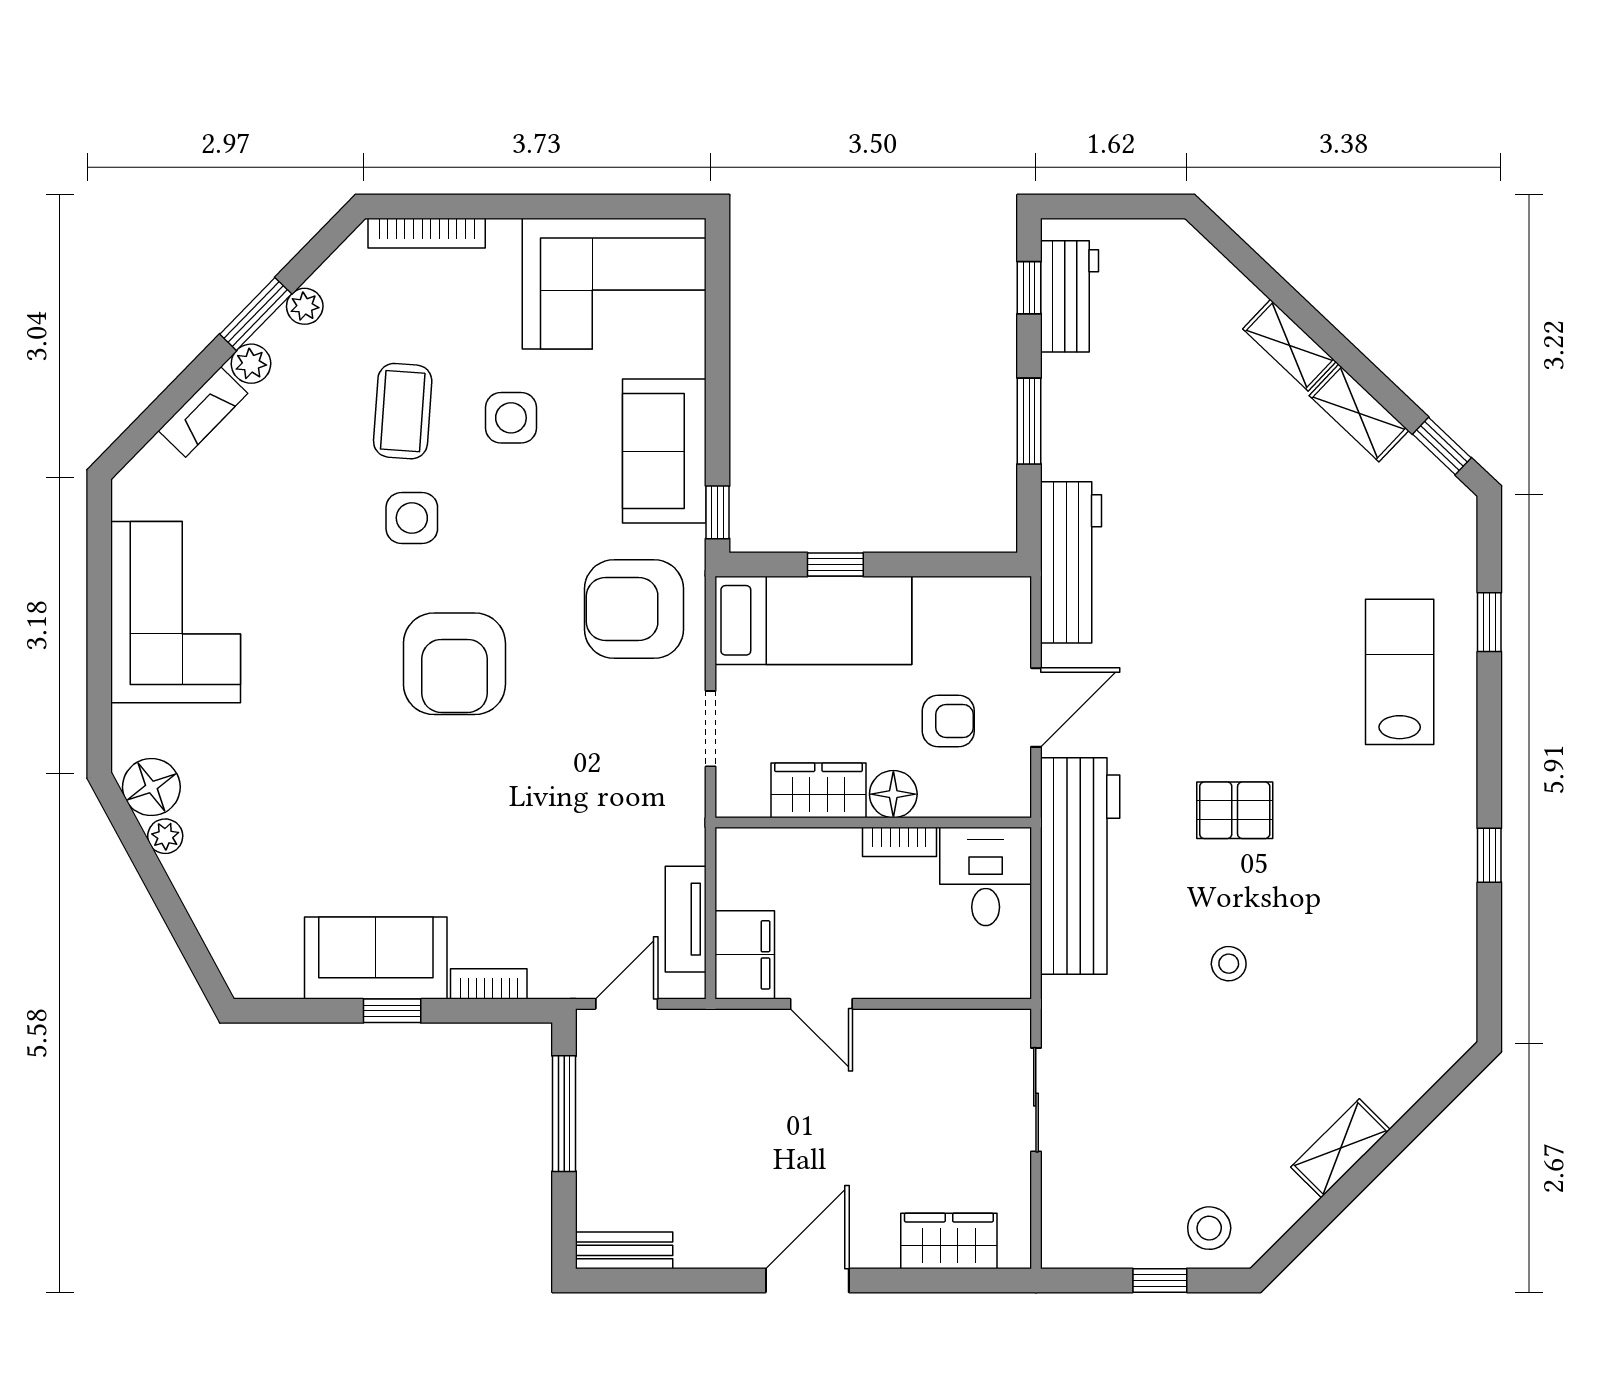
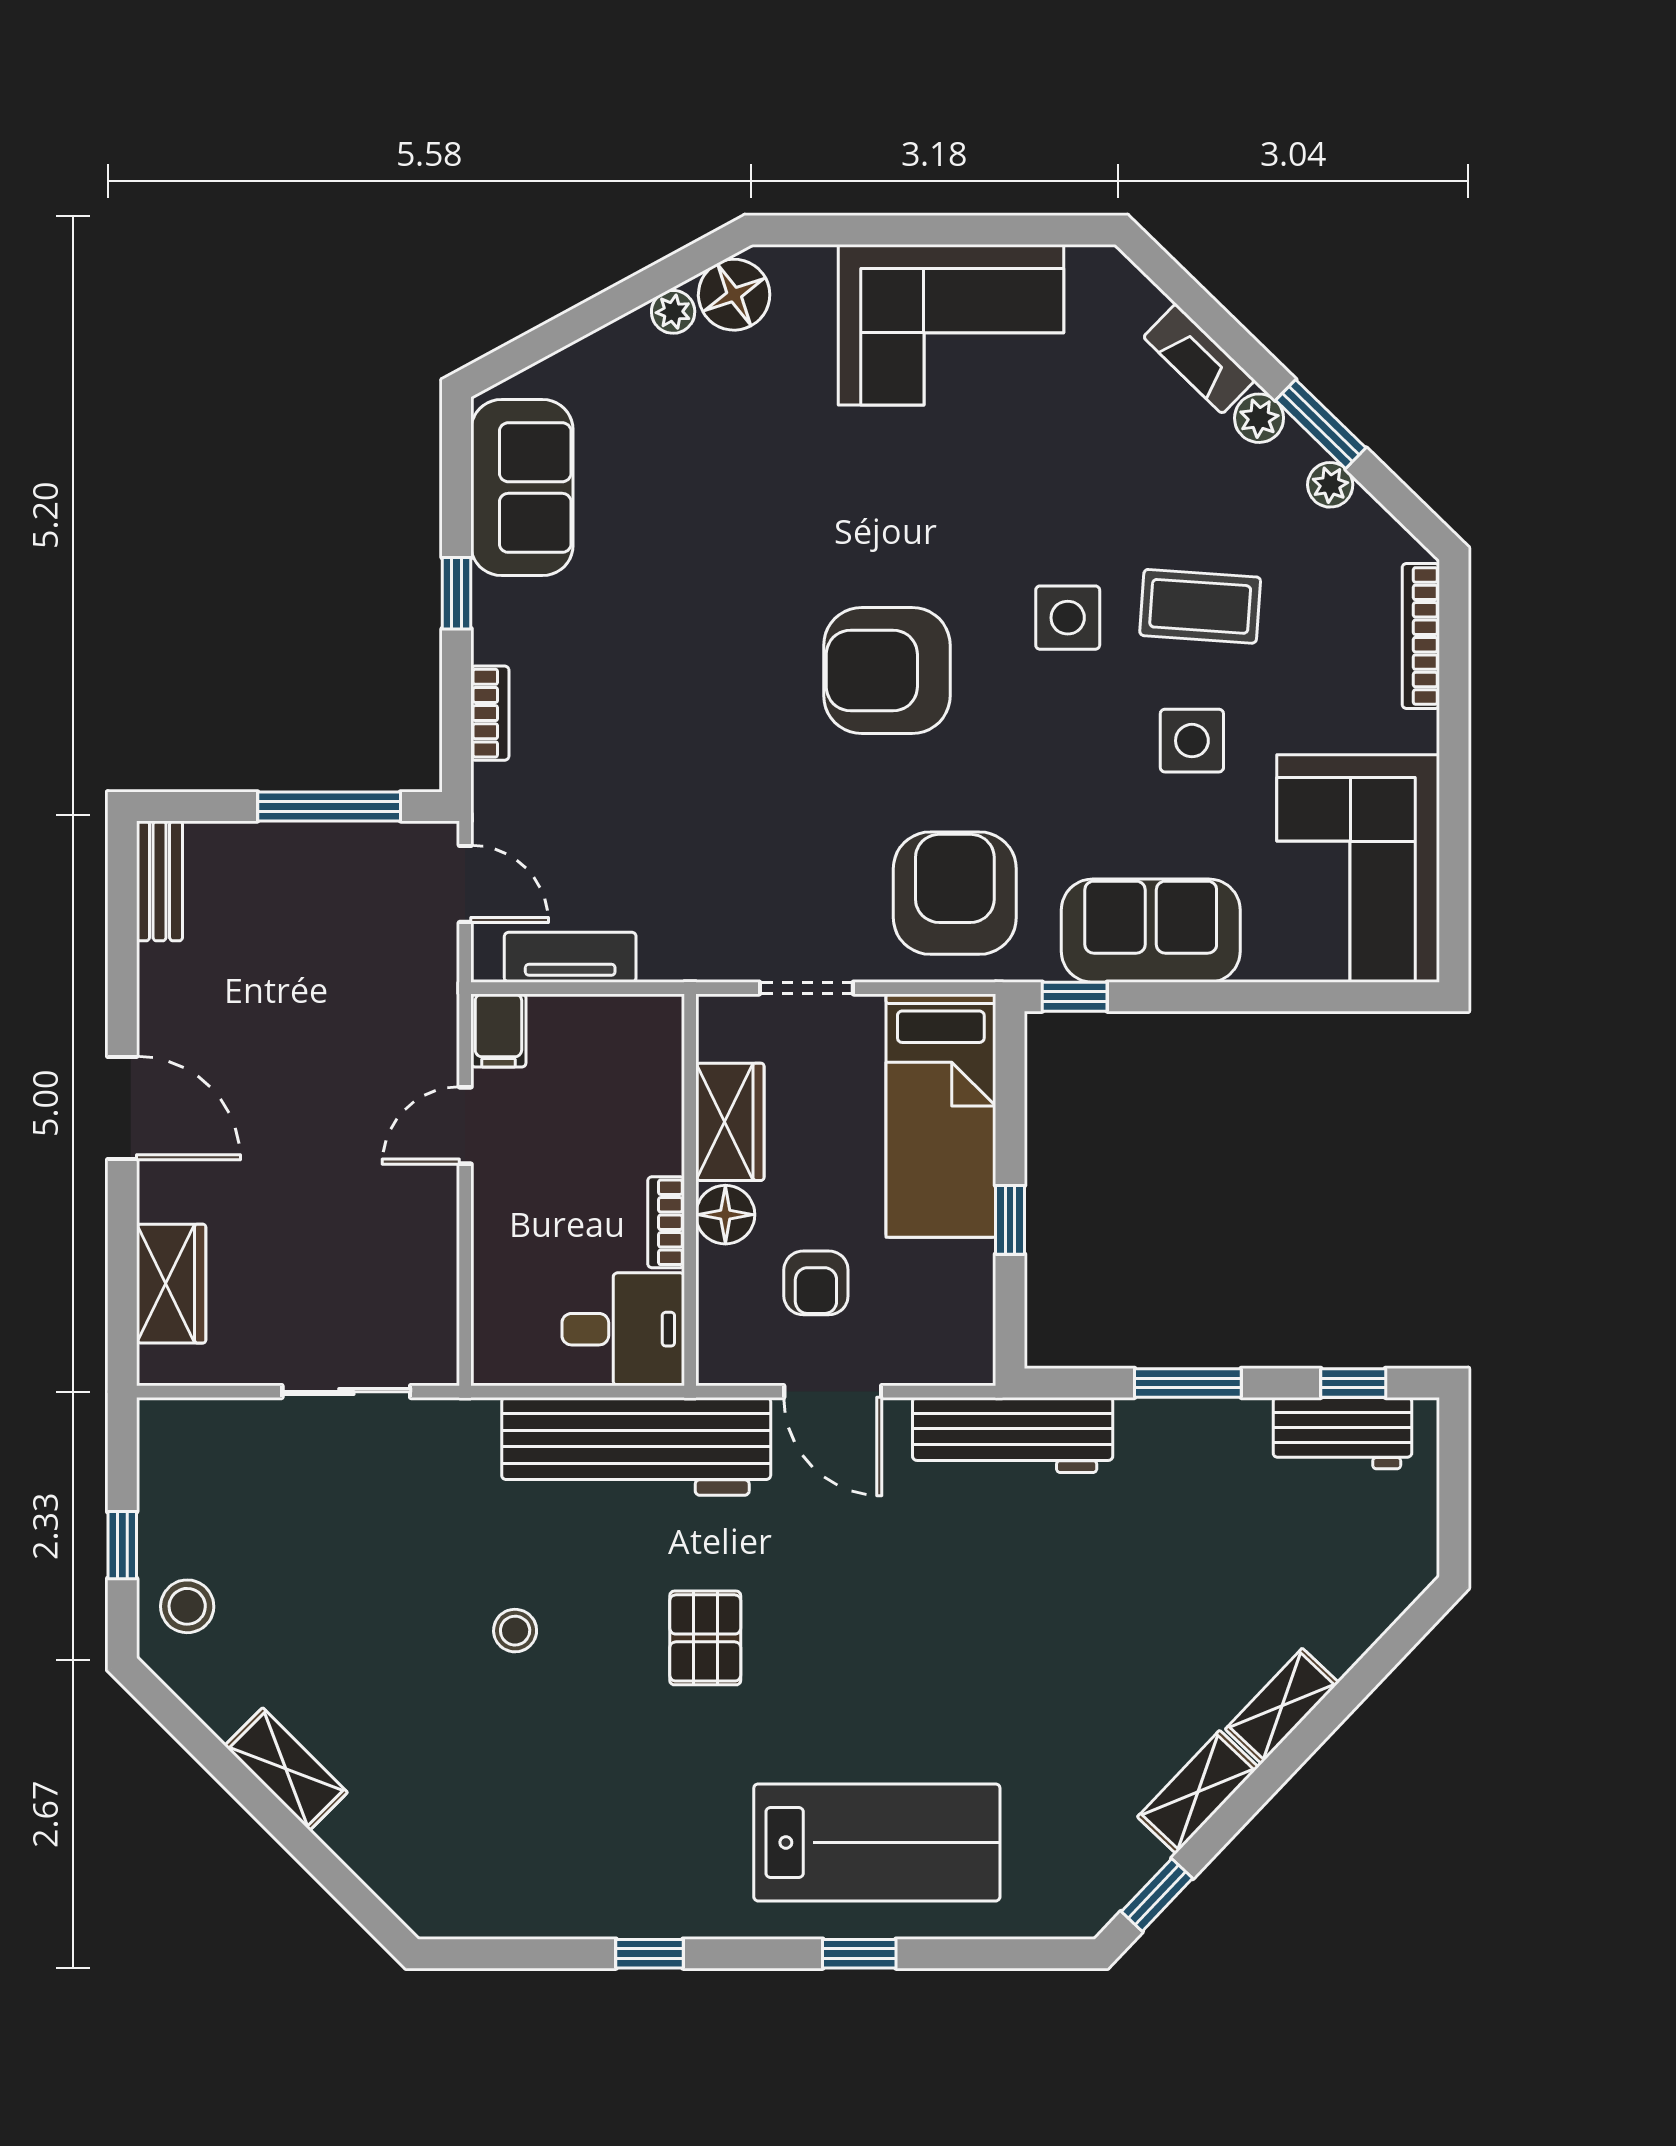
window: (835, 565) -> (1010, 1220), moved
window: (1489, 622) -> (859, 1954), moved
lab bench: (1400, 672) -> (877, 1842), width x1.36, depth x1.39
filing cabinet: (745, 955) -> (498, 1030), width x0.50
sofa: (376, 958) -> (522, 488), moved

